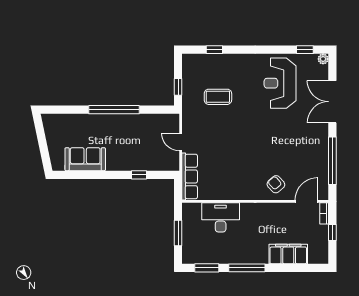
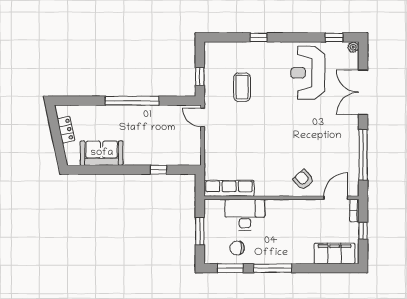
window: (214, 50) -> (259, 37), moved
coffee table: (218, 97) -> (242, 87), turned 90
locker: (52, 137) -> (66, 130), added
door: (181, 142) -> (203, 118), moved
row of seats: (190, 176) -> (229, 188), moved, turned -90
chair: (213, 249) -> (237, 248), added
filing cabinet: (288, 254) -> (335, 253), moved

